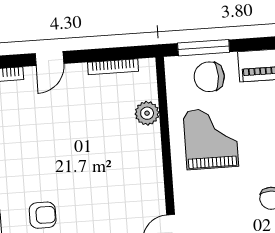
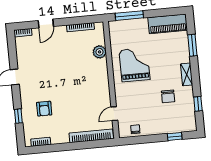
chair: (209, 77) -> (133, 31), removed
armchair: (43, 215) -> (44, 109), turned 90

